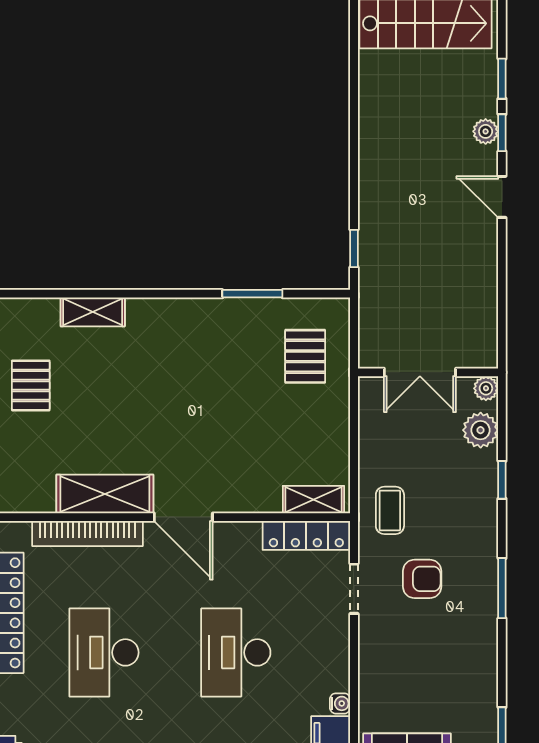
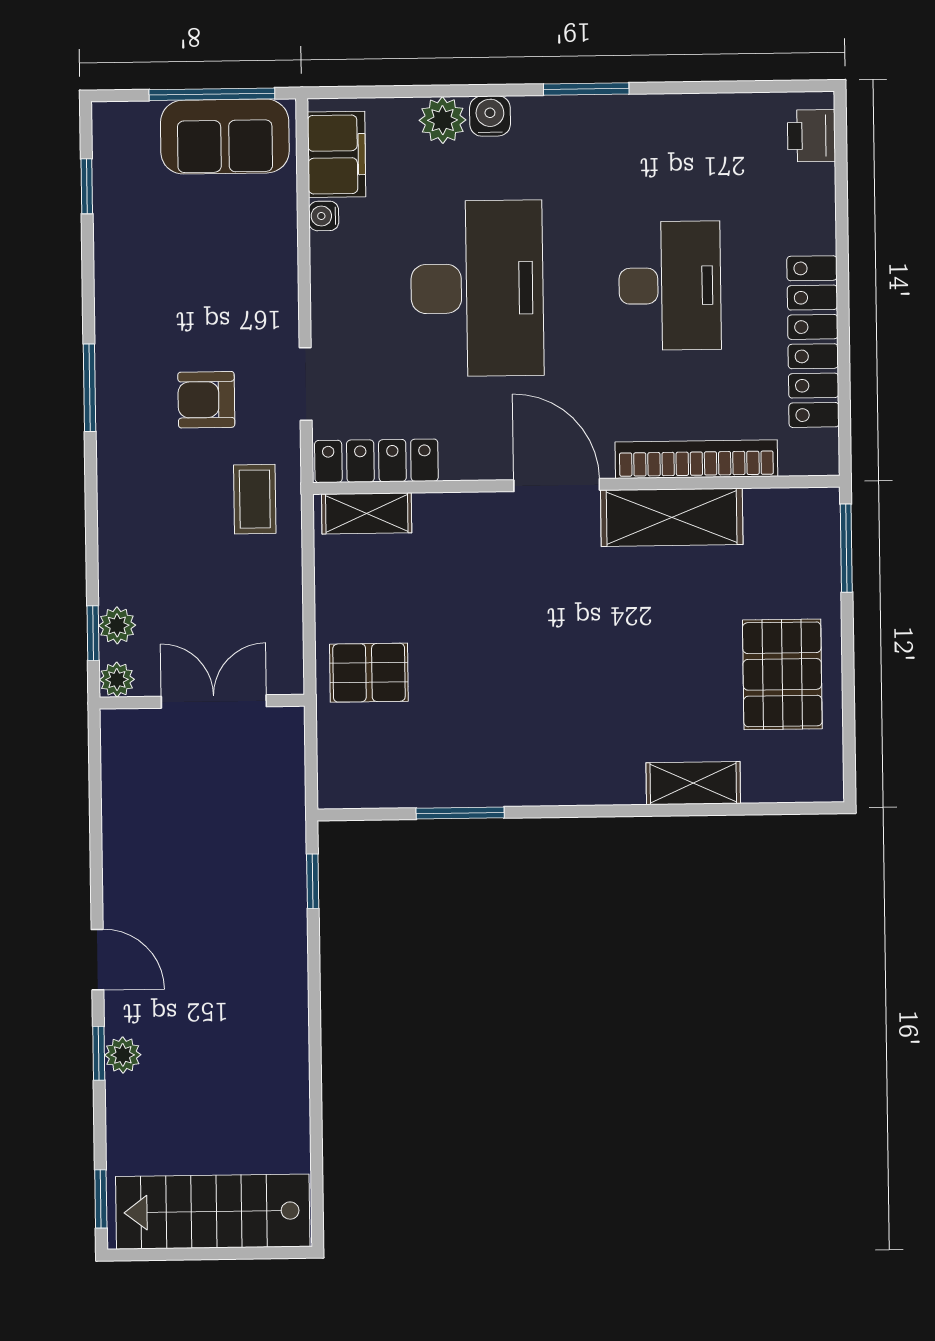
window: (502, 79) -> (101, 1199), moved
pallet: (305, 356) -> (369, 673), moved, turned 90
pallet: (31, 385) -> (782, 674), width x1.50, depth x1.42
plant: (481, 430) -> (117, 625), width x0.73, depth x0.73
window: (502, 480) -> (93, 633), moved
desk: (236, 652) -> (477, 288), width x1.36, depth x1.30

